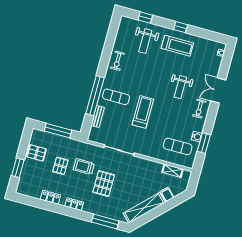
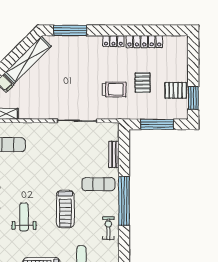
window: (95, 96) -> (124, 201), moved
treadmill: (143, 112) -> (65, 209), moved
window: (18, 168) -> (193, 98), moved
pallet: (104, 184) -> (85, 75), removed
locker: (50, 197) -> (144, 42), width x1.53

